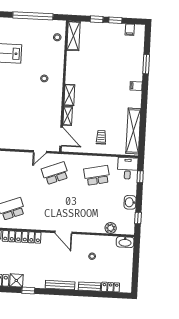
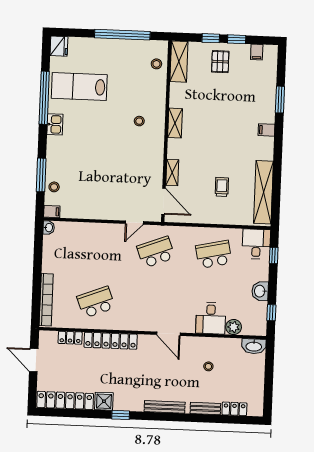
pallet: (103, 36) -> (220, 62), added
shelving: (69, 95) -> (175, 123), moved
trolley: (101, 137) -> (222, 187), moved
desk: (94, 221) -> (211, 318), added

